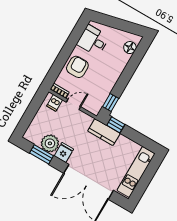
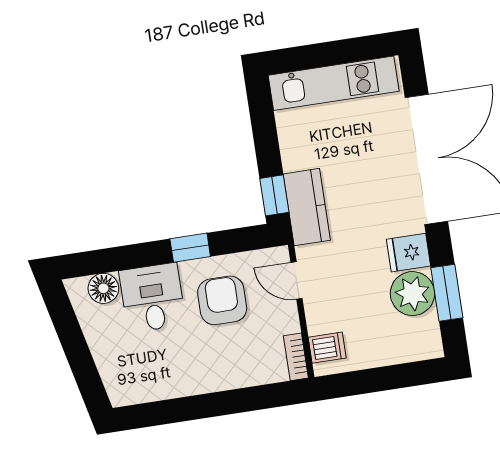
desk: (93, 40) -> (152, 298), moved, turned 180
armchair: (77, 67) -> (222, 300), moved, turned 90
window: (111, 103) -> (190, 248), moved
door: (74, 104) -> (297, 281), moved

